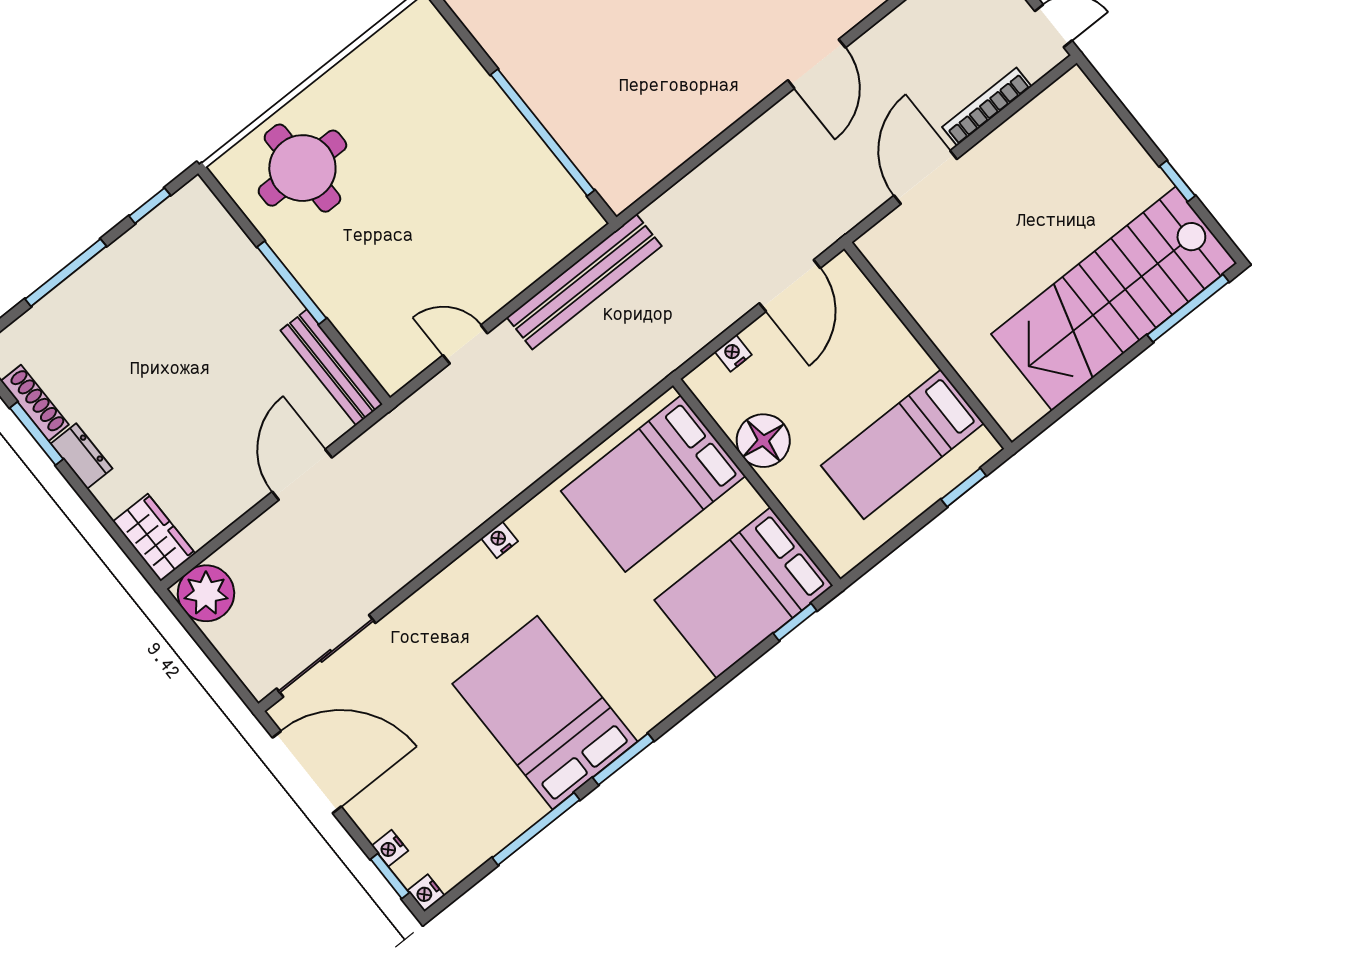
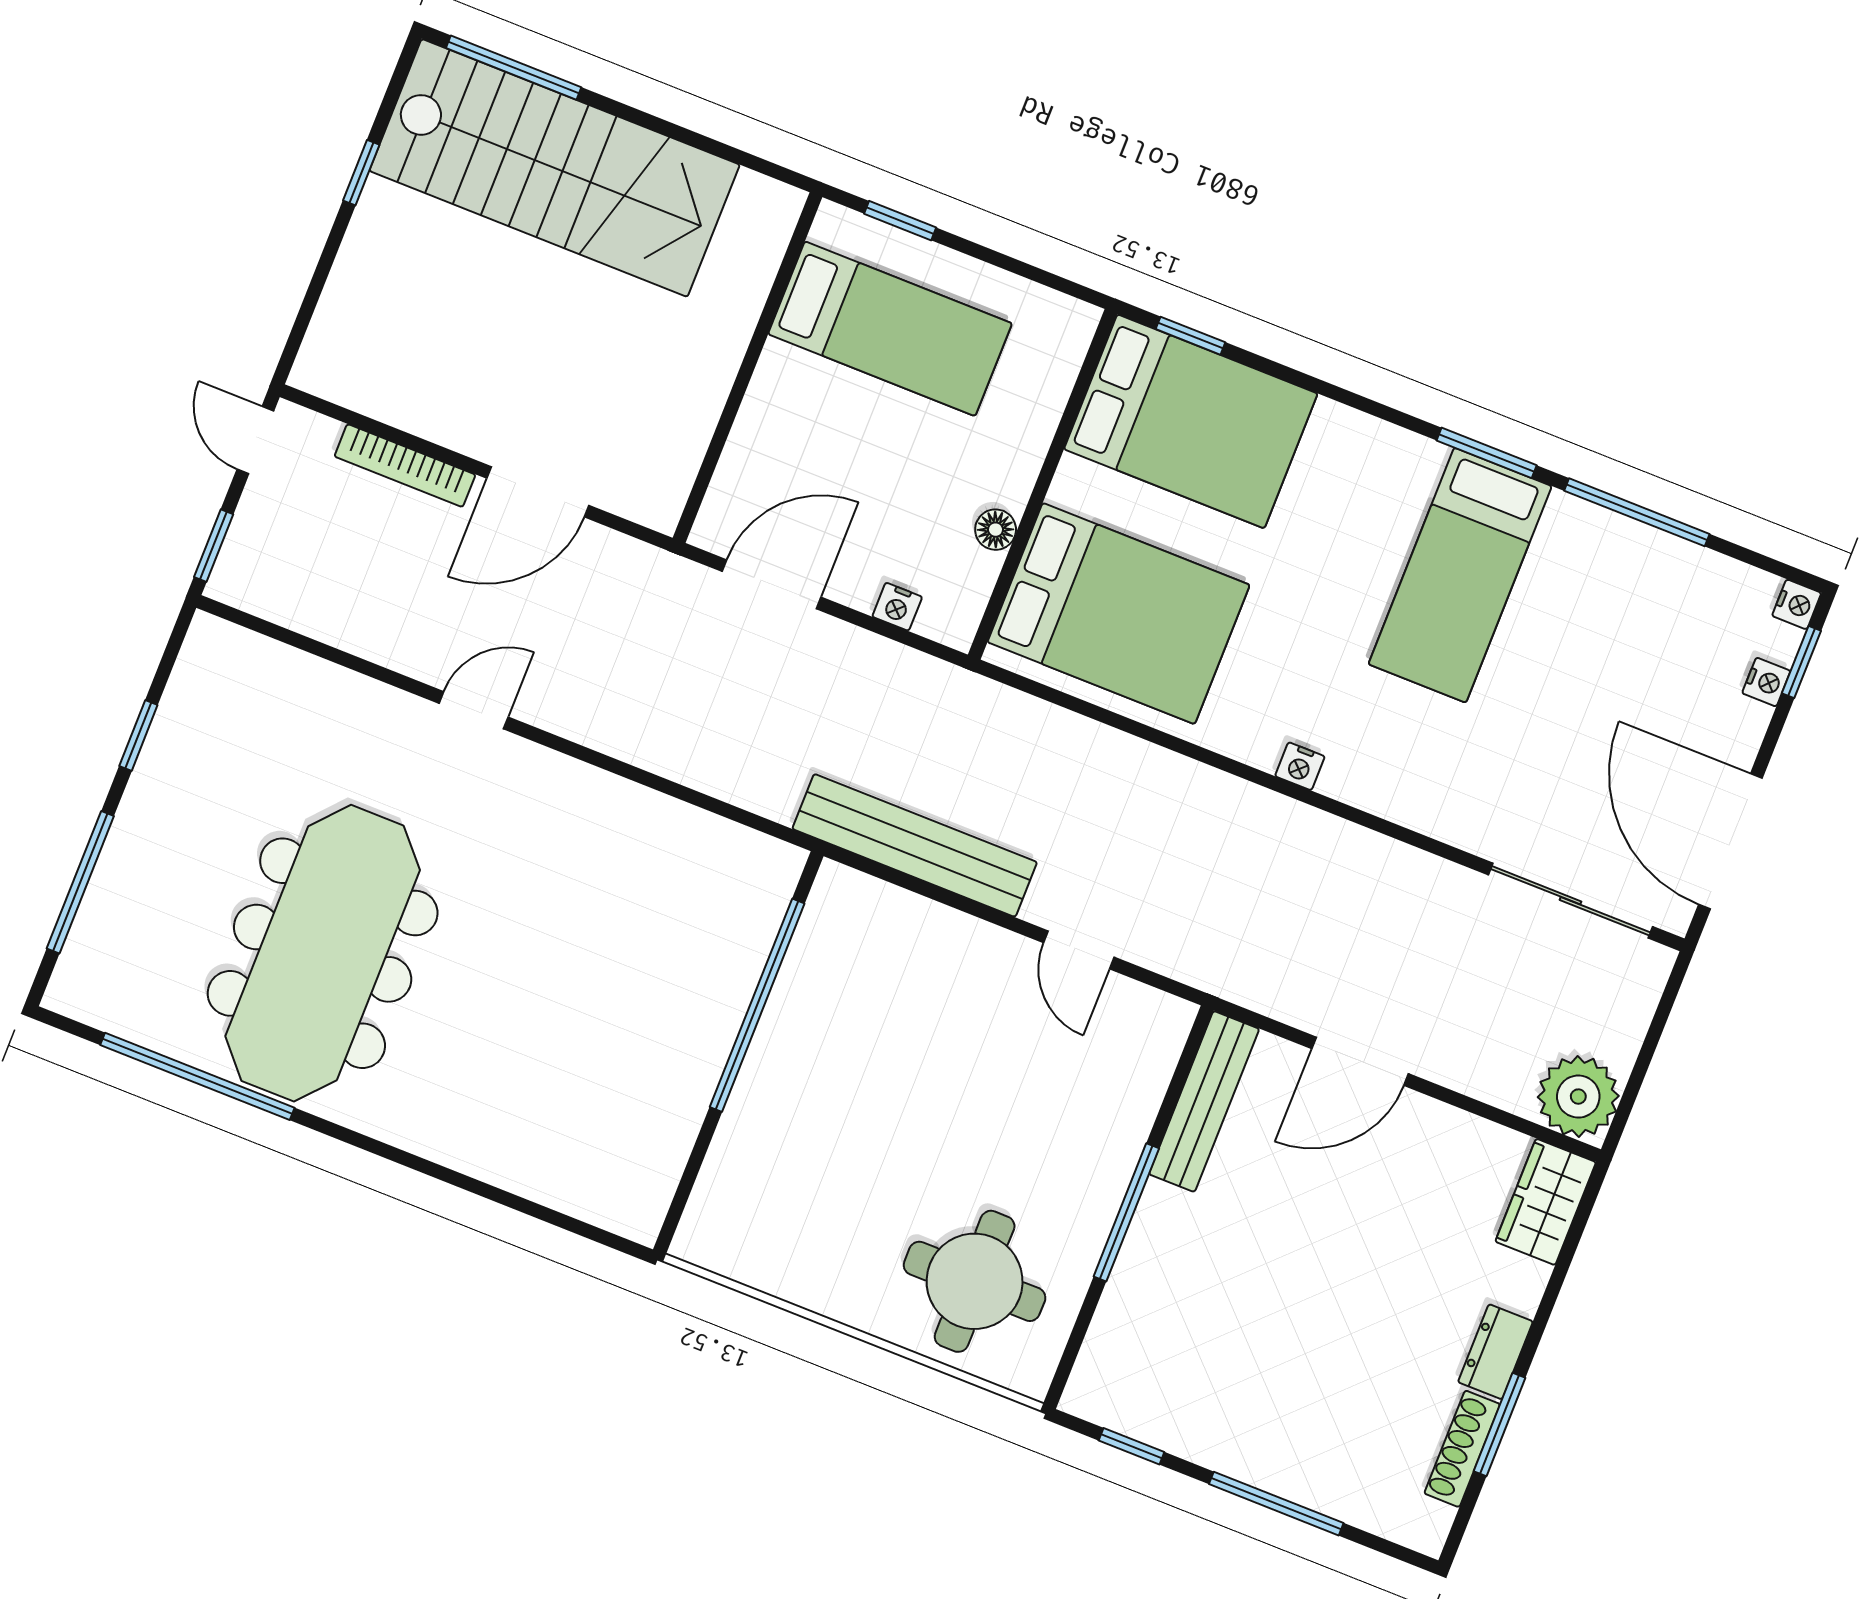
door: (817, 64) -> (474, 710), width x0.73
floor lamp: (763, 441) -> (996, 530), width x0.53, depth x0.53
bed: (545, 713) -> (1460, 575), width x0.67

